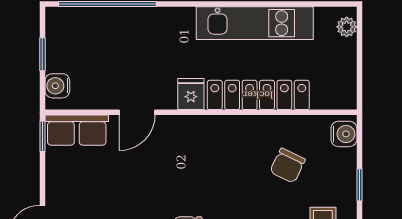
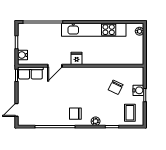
kitchen unit: (255, 23) -> (94, 30), width x1.36
locker: (258, 95) -> (104, 59), removed
water cooler: (344, 134) -> (138, 90), moved

